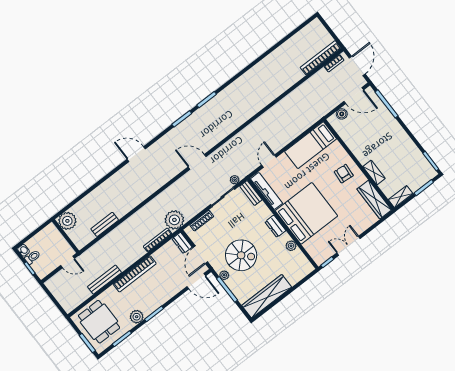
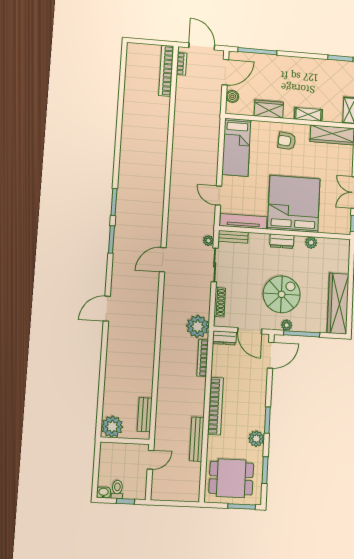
wardrobe: (354, 144) -> (269, 109), added
bench: (105, 224) -> (145, 415), moved

